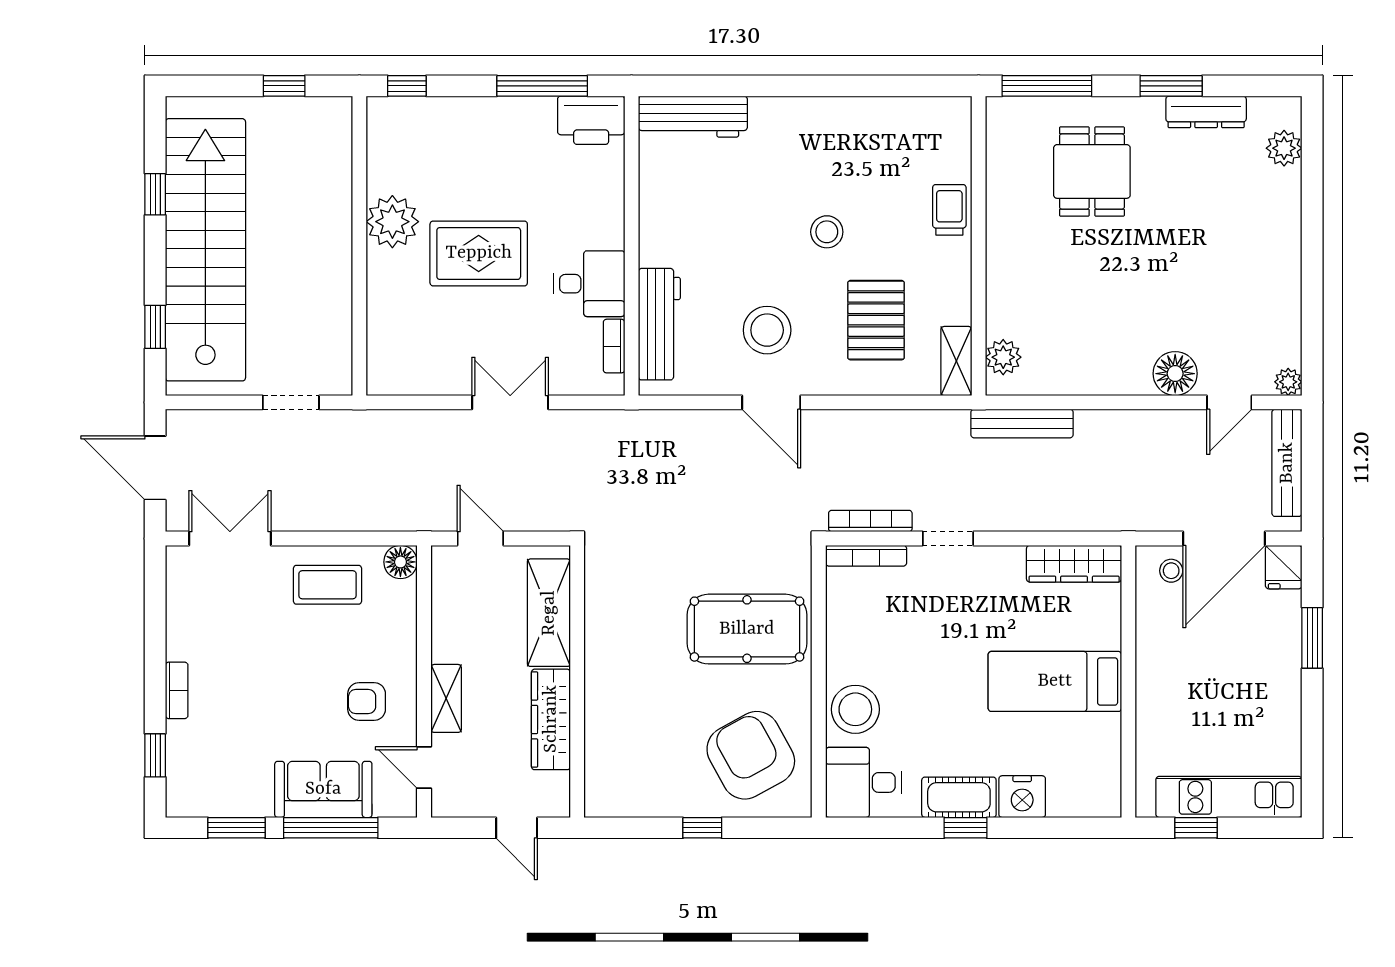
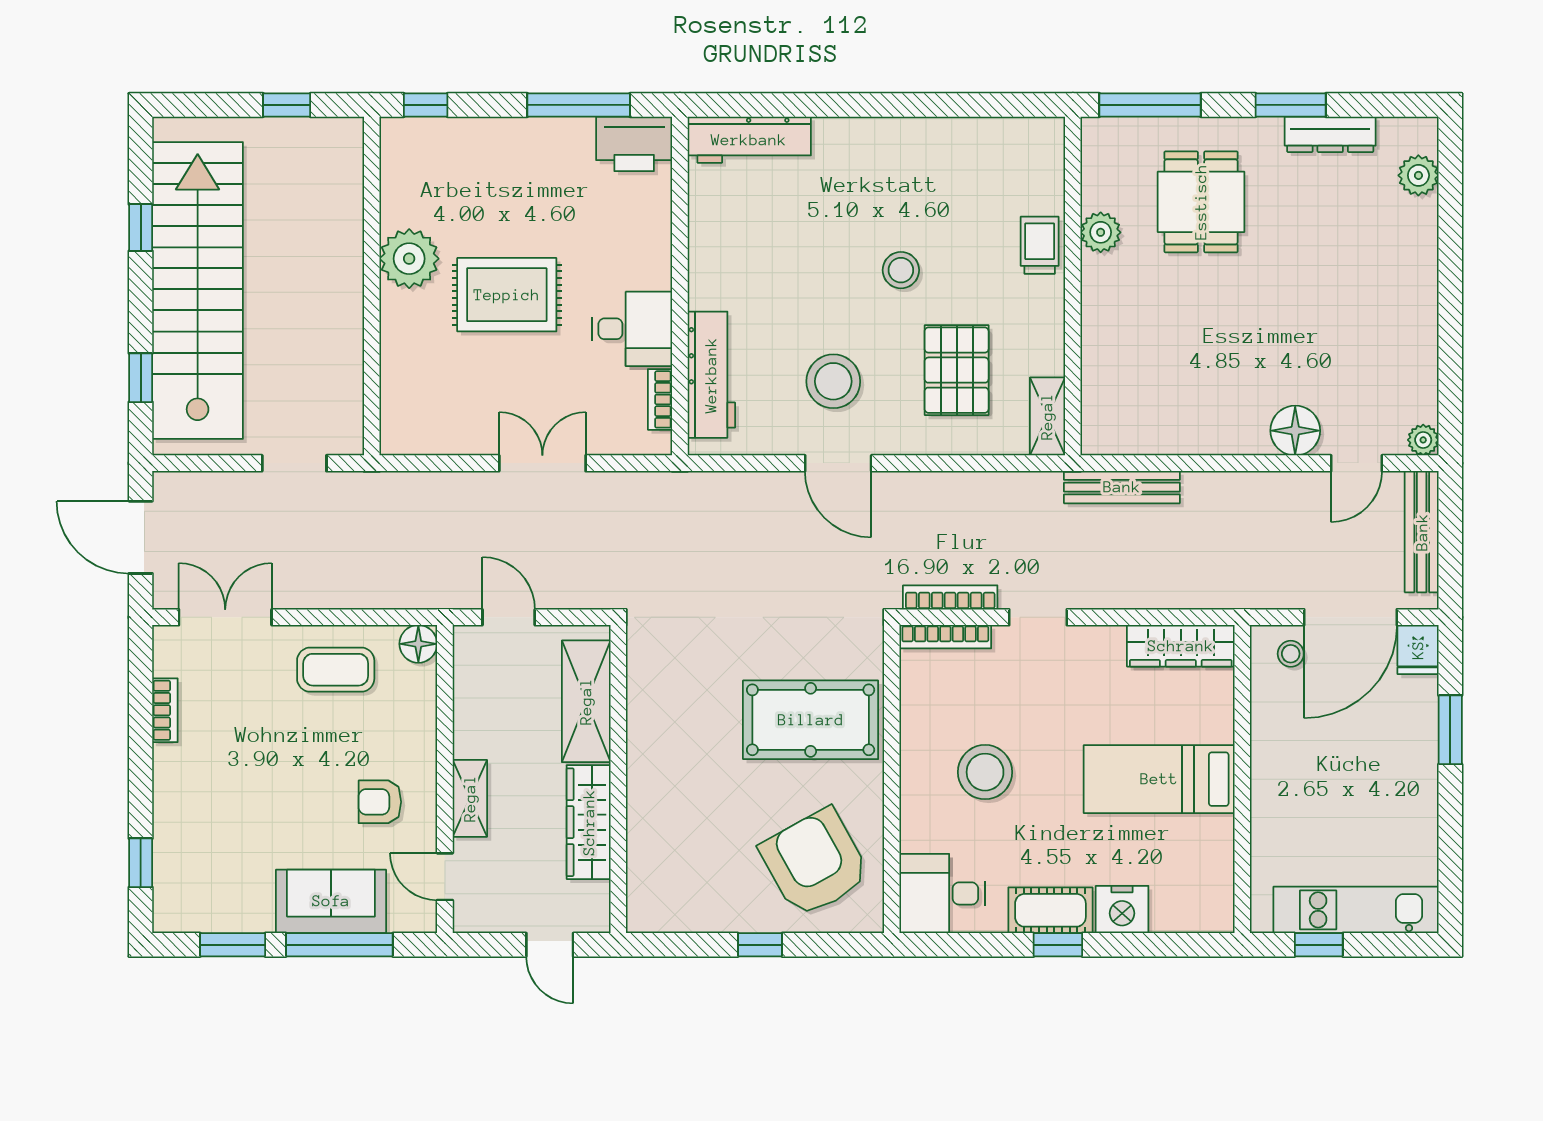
plant: (1003, 357) -> (1101, 232), moved
bookcase: (177, 690) -> (165, 710), moved
stool: (855, 709) -> (985, 772), moved

